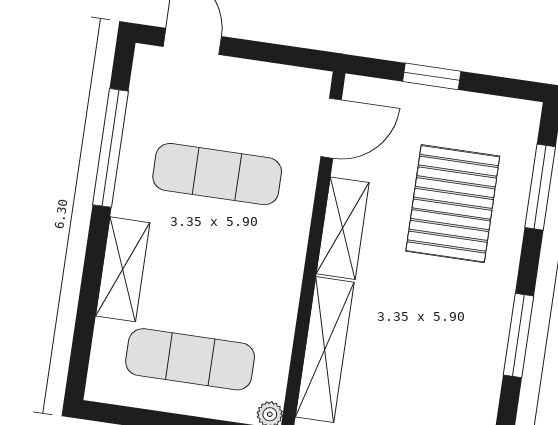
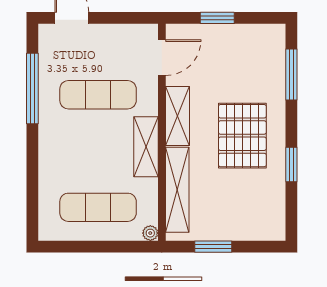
pallet: (453, 204) -> (242, 136), moved
shelving: (123, 269) -> (146, 147), moved
window: (519, 335) -> (291, 165), width x0.69

